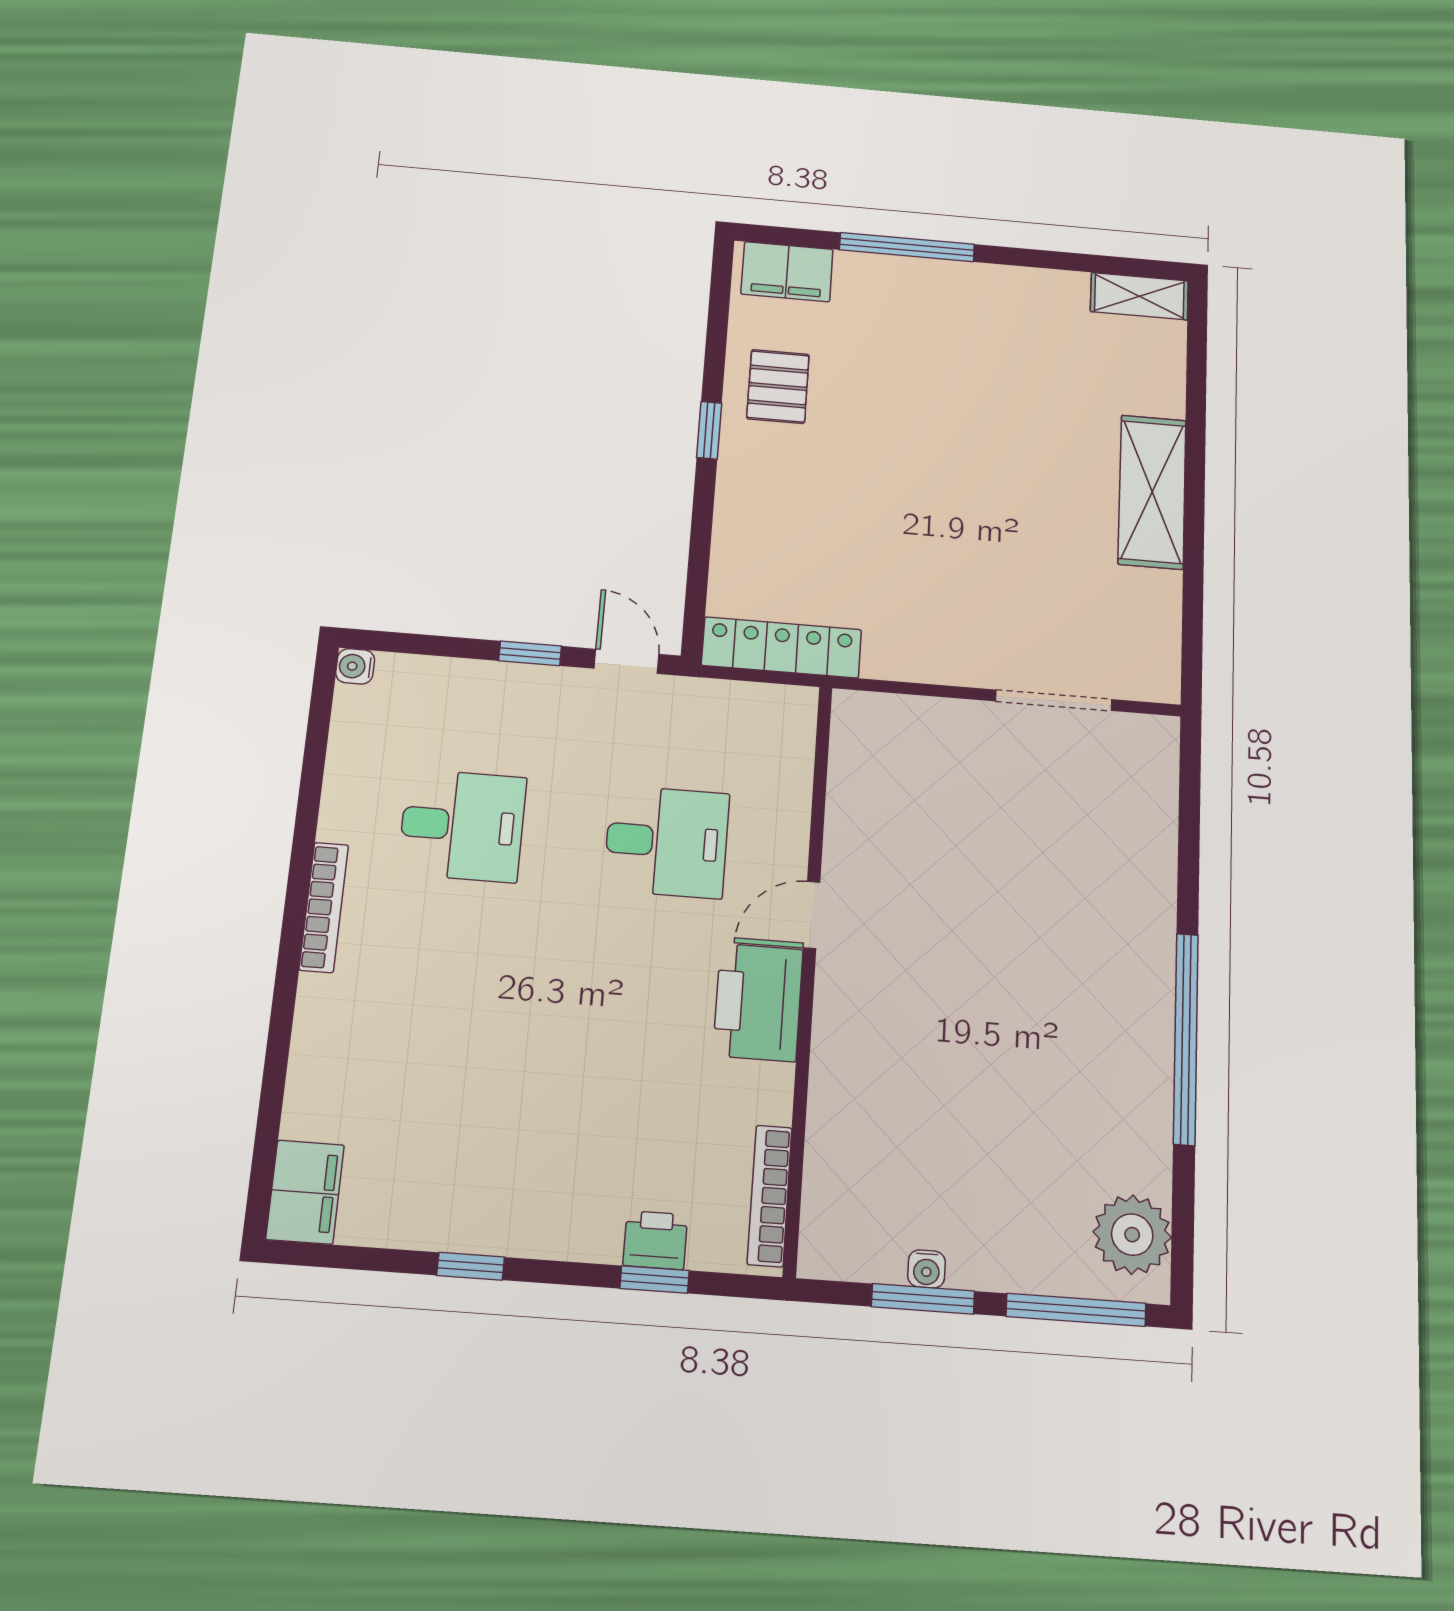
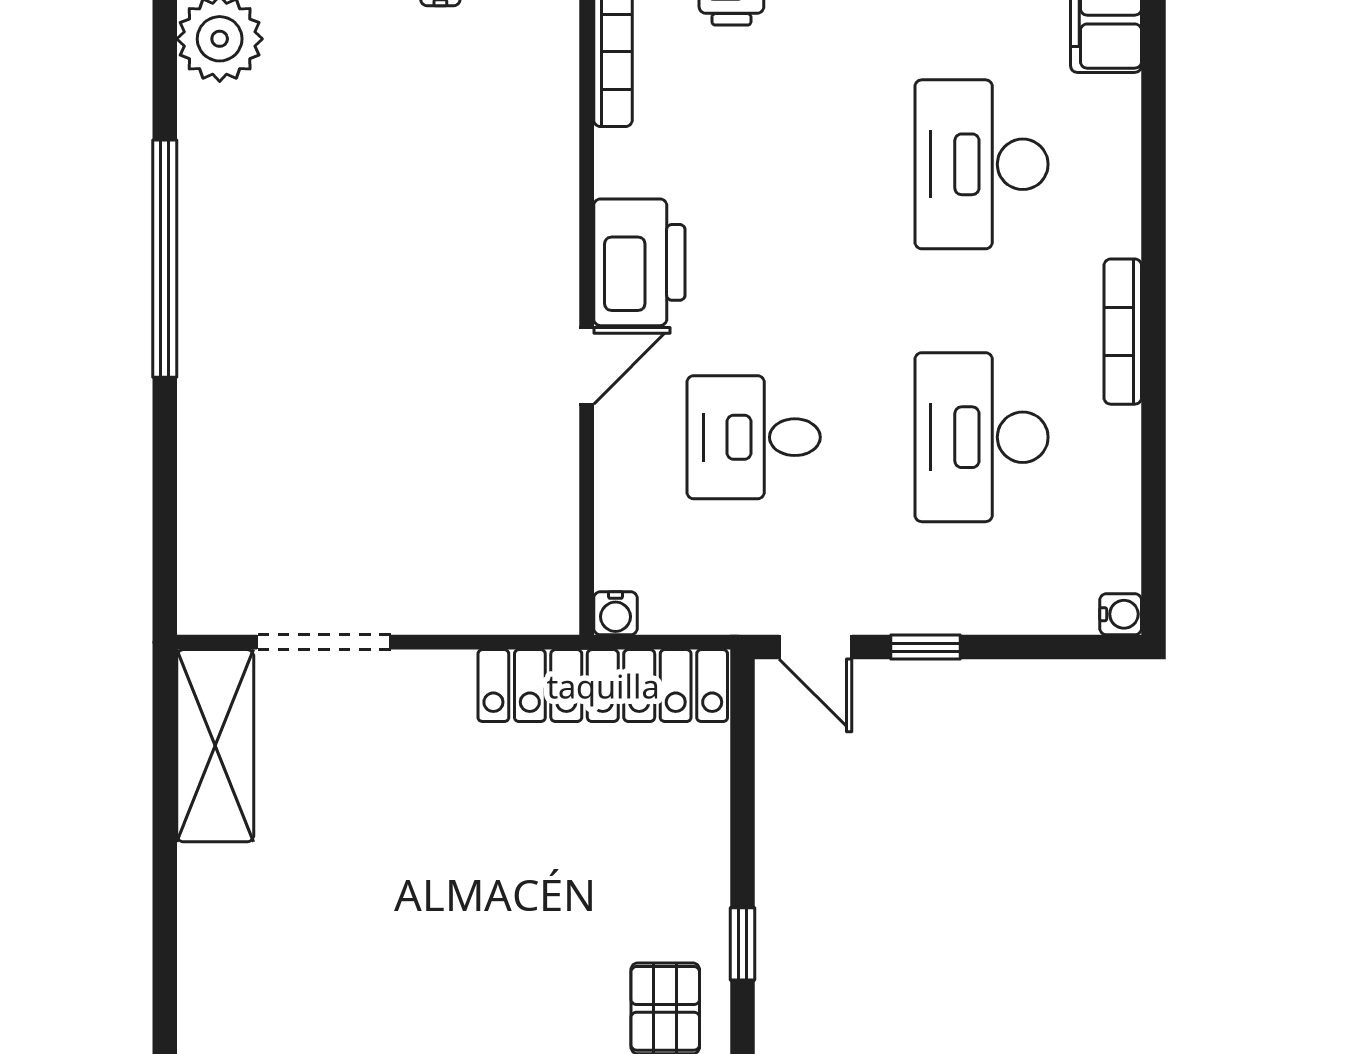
shelving: (1152, 492) -> (215, 746), moved
locker: (781, 647) -> (603, 686), width x1.41, depth x1.21
water cooler: (799, 703) -> (615, 613), added
desk: (462, 826) -> (982, 437), width x1.37
desk: (437, 1067) -> (982, 164), added

